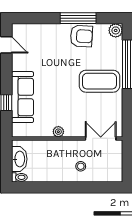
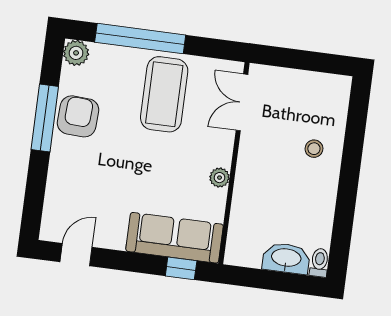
plant: (58, 132) -> (220, 178), moved
wall: (67, 138) -> (234, 163), moved
double door: (101, 138) -> (242, 102), moved

